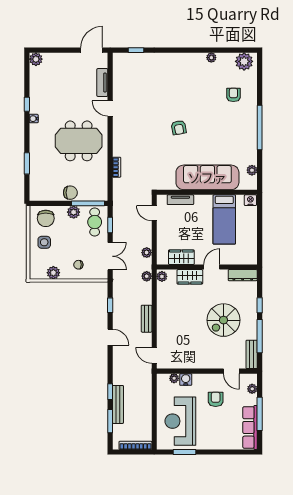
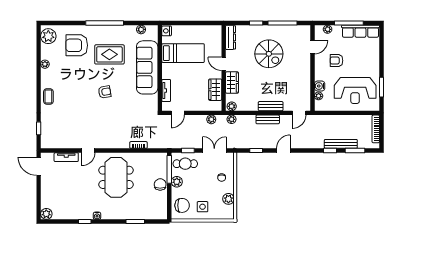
coffee table: (173, 62) -> (48, 96), added
armchair: (233, 95) -> (77, 45), width x1.88, depth x1.88
rug: (223, 133) -> (109, 54), added
bench: (252, 354) -> (271, 106), moved

